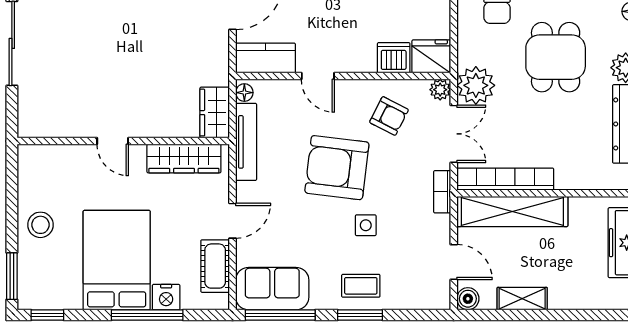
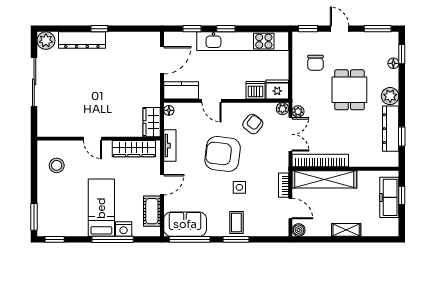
plant: (476, 85) -> (298, 111), width x0.53, depth x0.53
armchair: (389, 116) -> (253, 124), turned -79
tv unit: (246, 142) -> (170, 146), width x0.71
bookcase: (442, 192) -> (284, 185), moved
stool: (40, 225) -> (57, 165), moved
bed: (117, 260) -> (101, 208), width x0.67
coffee table: (361, 286) -> (236, 223), turned 90
shelving: (522, 299) -> (346, 230), moved

